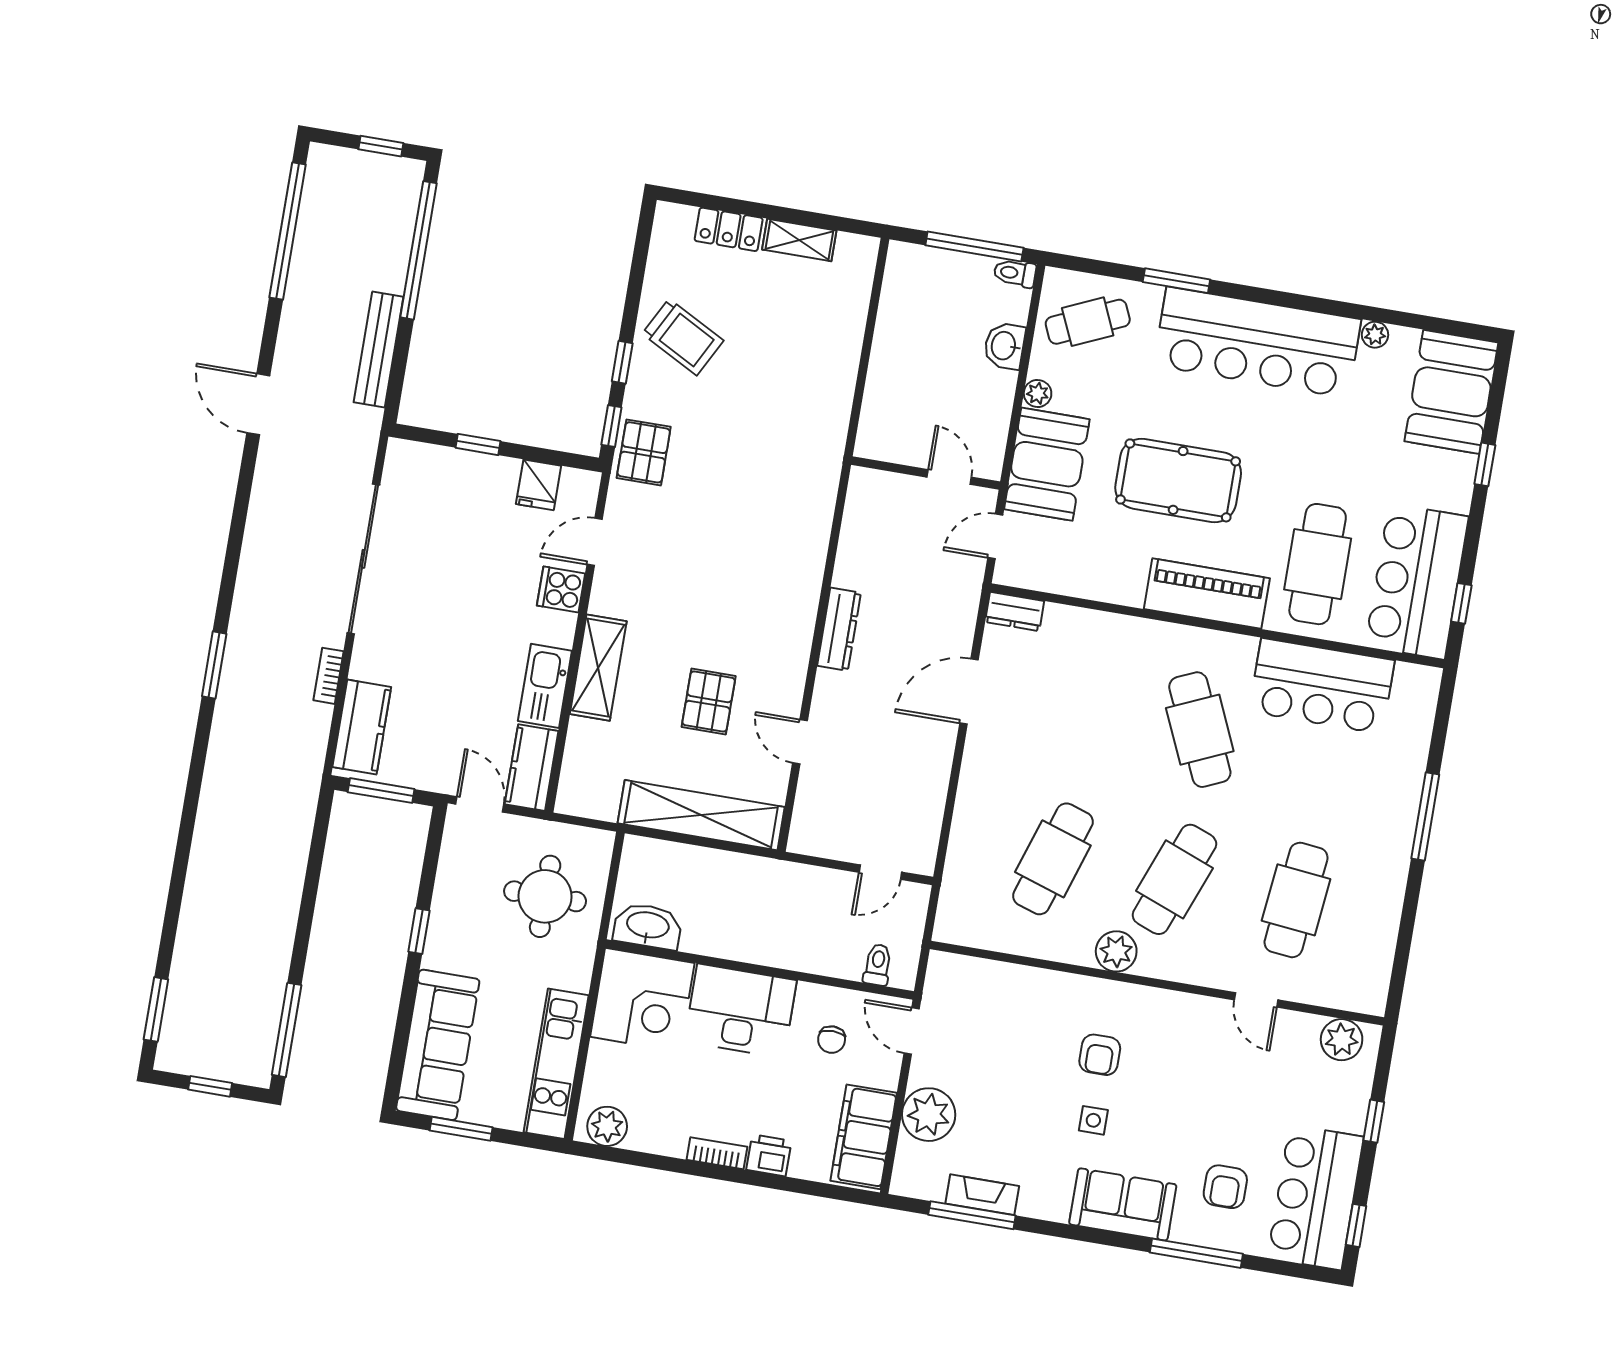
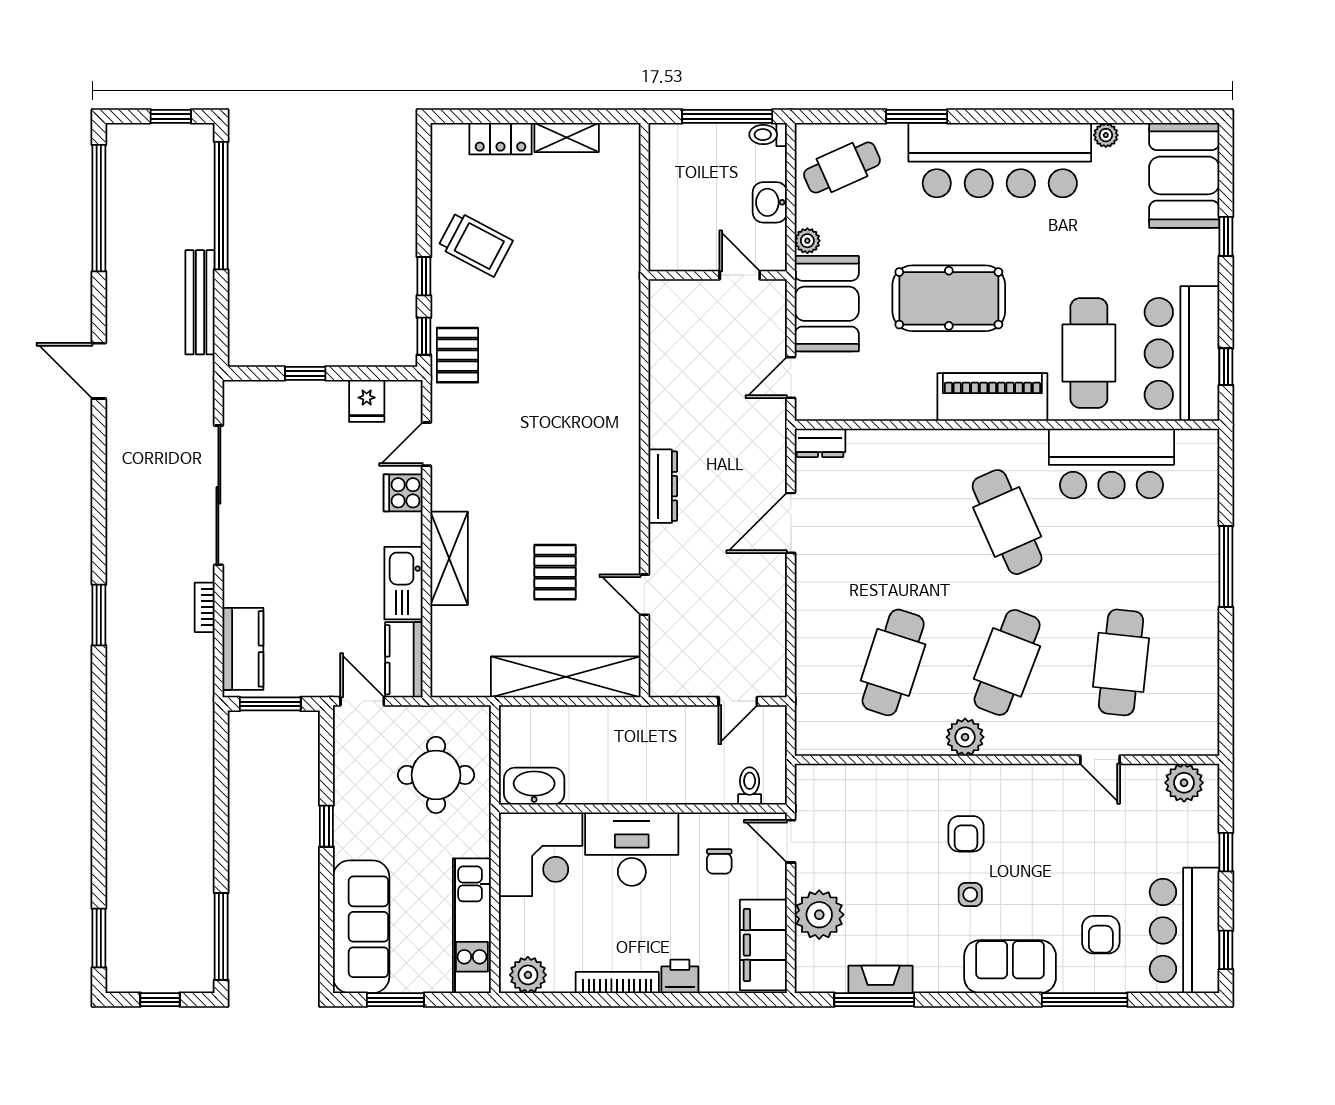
wall: (926, 473) -> (718, 275), moved
door: (949, 477) -> (740, 275), moved
bookcase: (717, 1153) -> (617, 983), width x1.56

